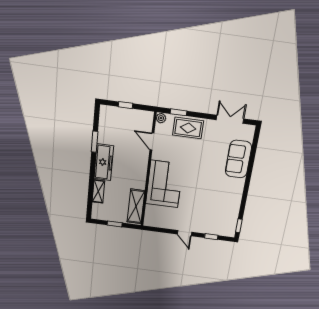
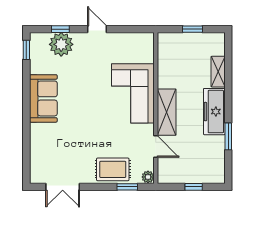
sofa: (238, 159) -> (43, 98), moved
shelving: (136, 206) -> (167, 112), moved
plant: (213, 226) -> (61, 44), added

